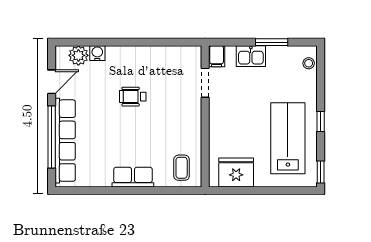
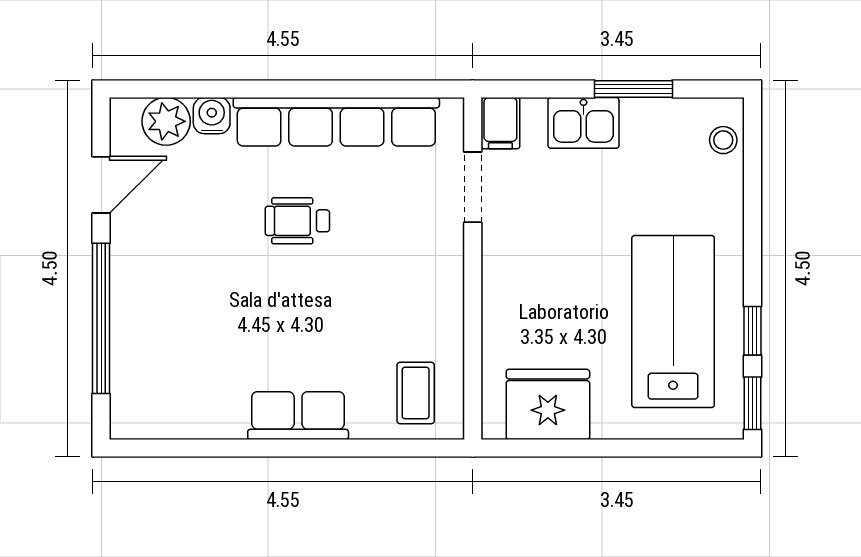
window: (321, 122) -> (752, 331), moved
row of seats: (65, 141) -> (336, 122), moved, turned 90

